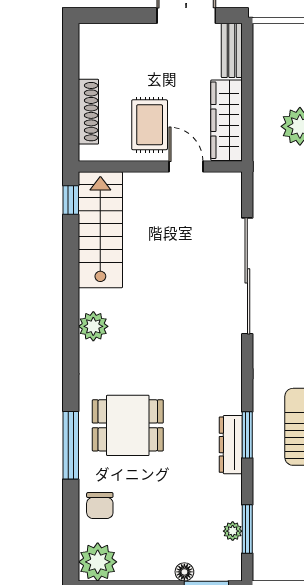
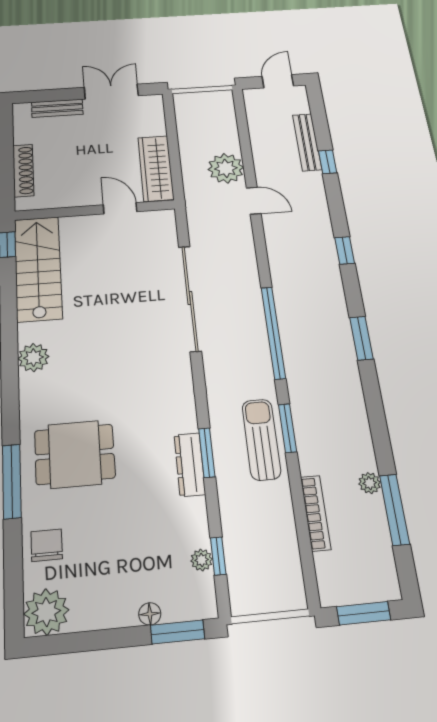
bench: (232, 50) -> (57, 108), moved, turned 90
rug: (150, 125) -> (83, 177), removed
chair: (100, 506) -> (47, 545), turned 180
window: (247, 529) -> (218, 556), width x0.67

